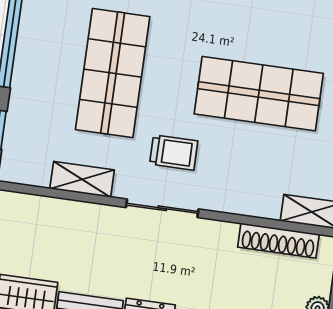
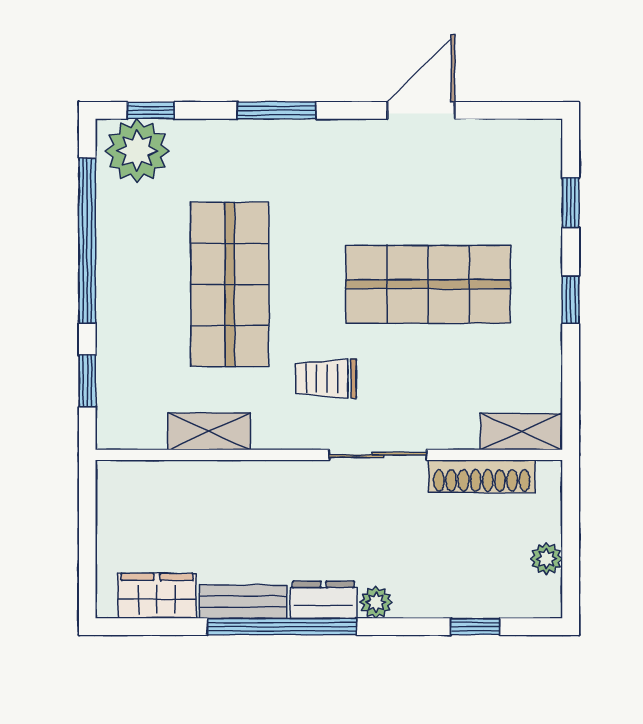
trolley: (174, 153) -> (326, 379), turned 180
sliding door: (162, 208) -> (378, 455), moved

